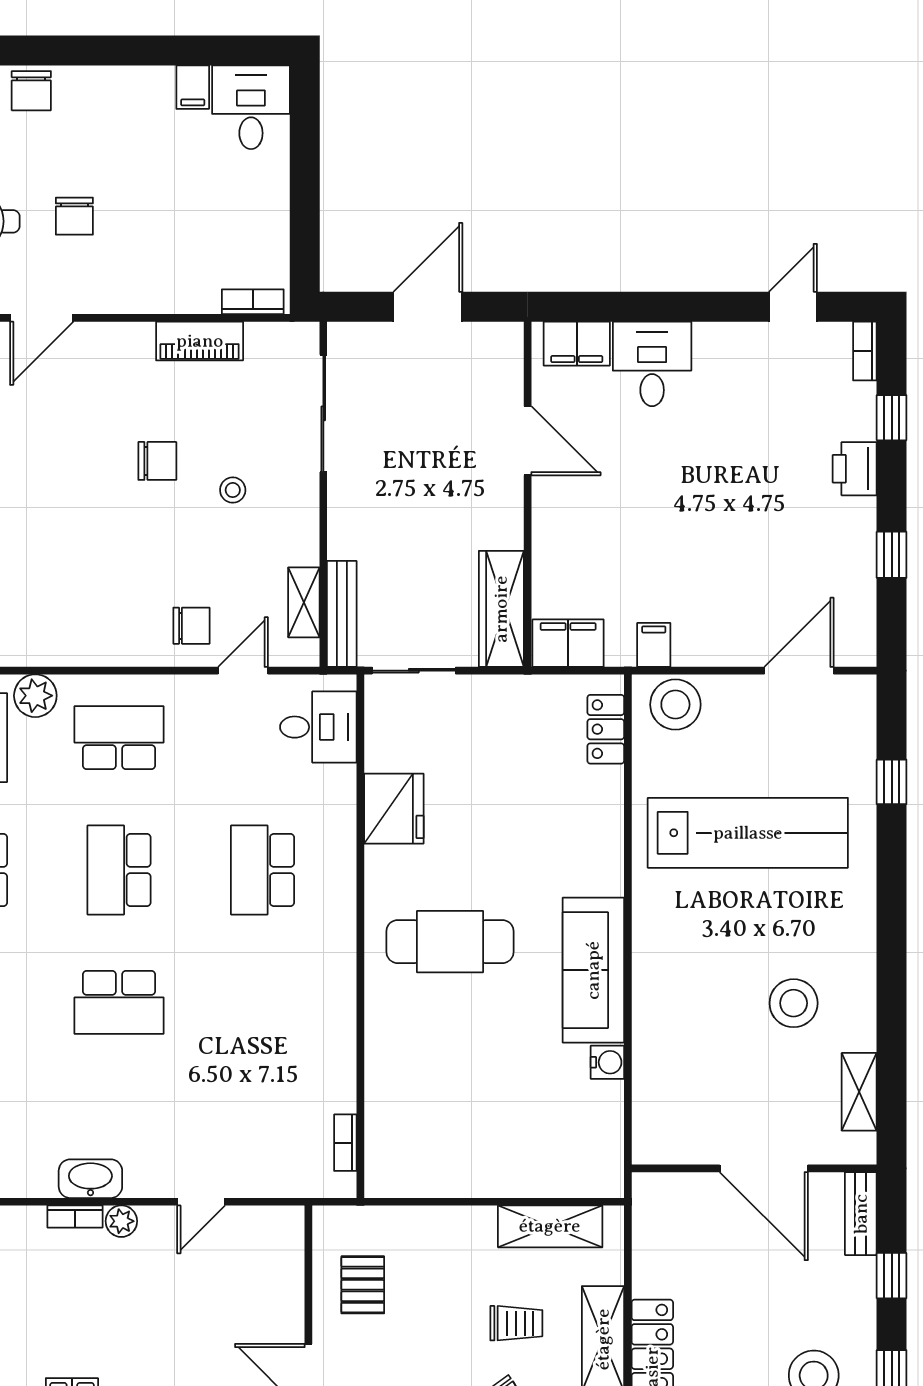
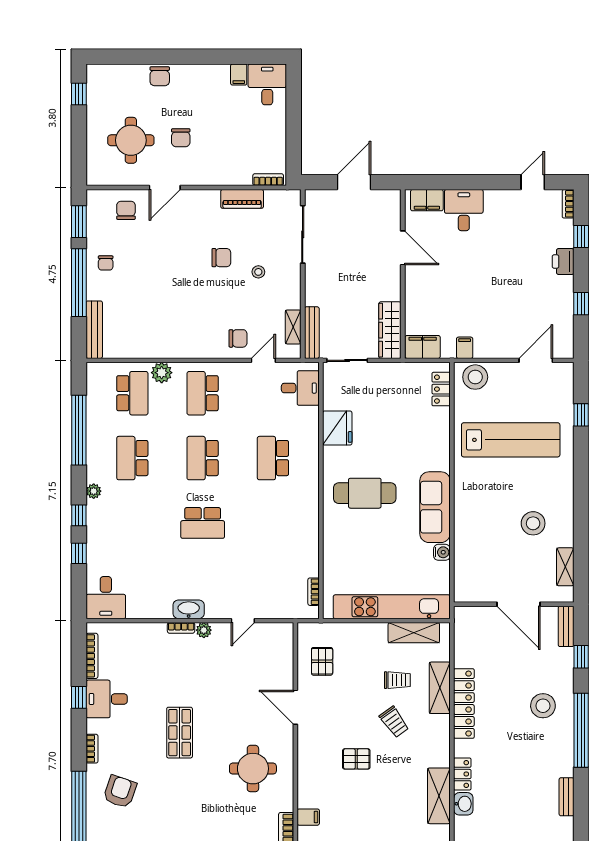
school desk: (119, 738) -> (203, 393), turned -90
kitchen unit: (505, 1173) -> (392, 607), added

